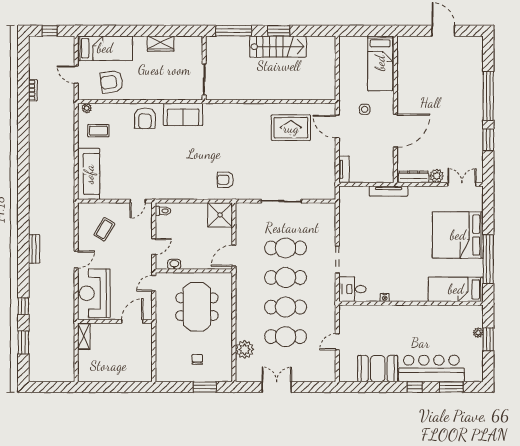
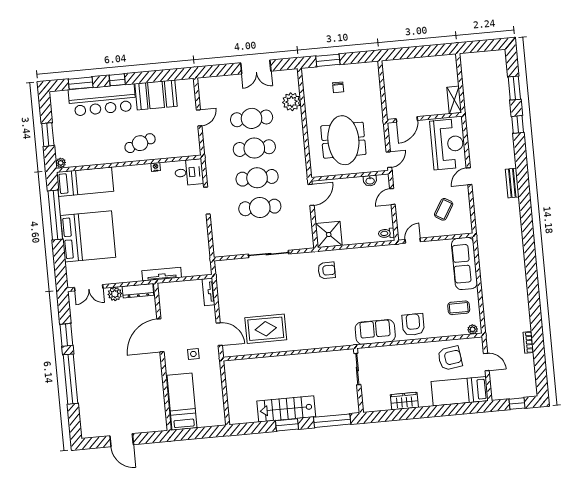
cafe table: (398, 322) -> (140, 143), added
plant: (478, 333) -> (61, 163), moved

